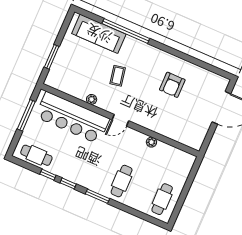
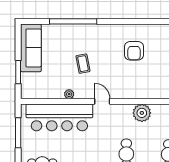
sofa: (99, 34) -> (31, 48), moved, turned -90
door: (120, 120) -> (102, 101), swing flipped
plant: (151, 142) -> (142, 113), width x1.88, depth x1.88

